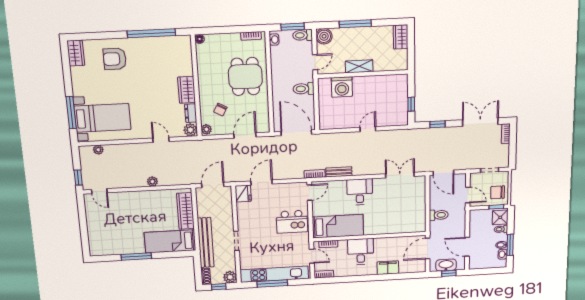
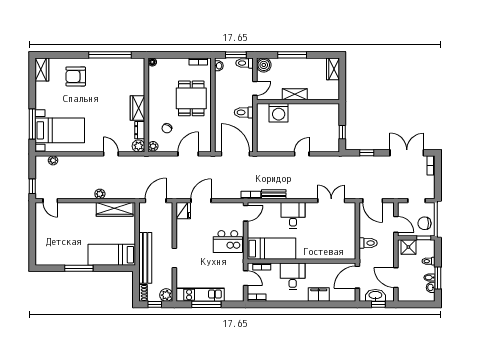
wardrobe: (185, 211) -> (115, 209), moved, turned -90
shower: (500, 217) -> (408, 247), moved
kitchen unit: (274, 274) -> (200, 295), width x0.73

